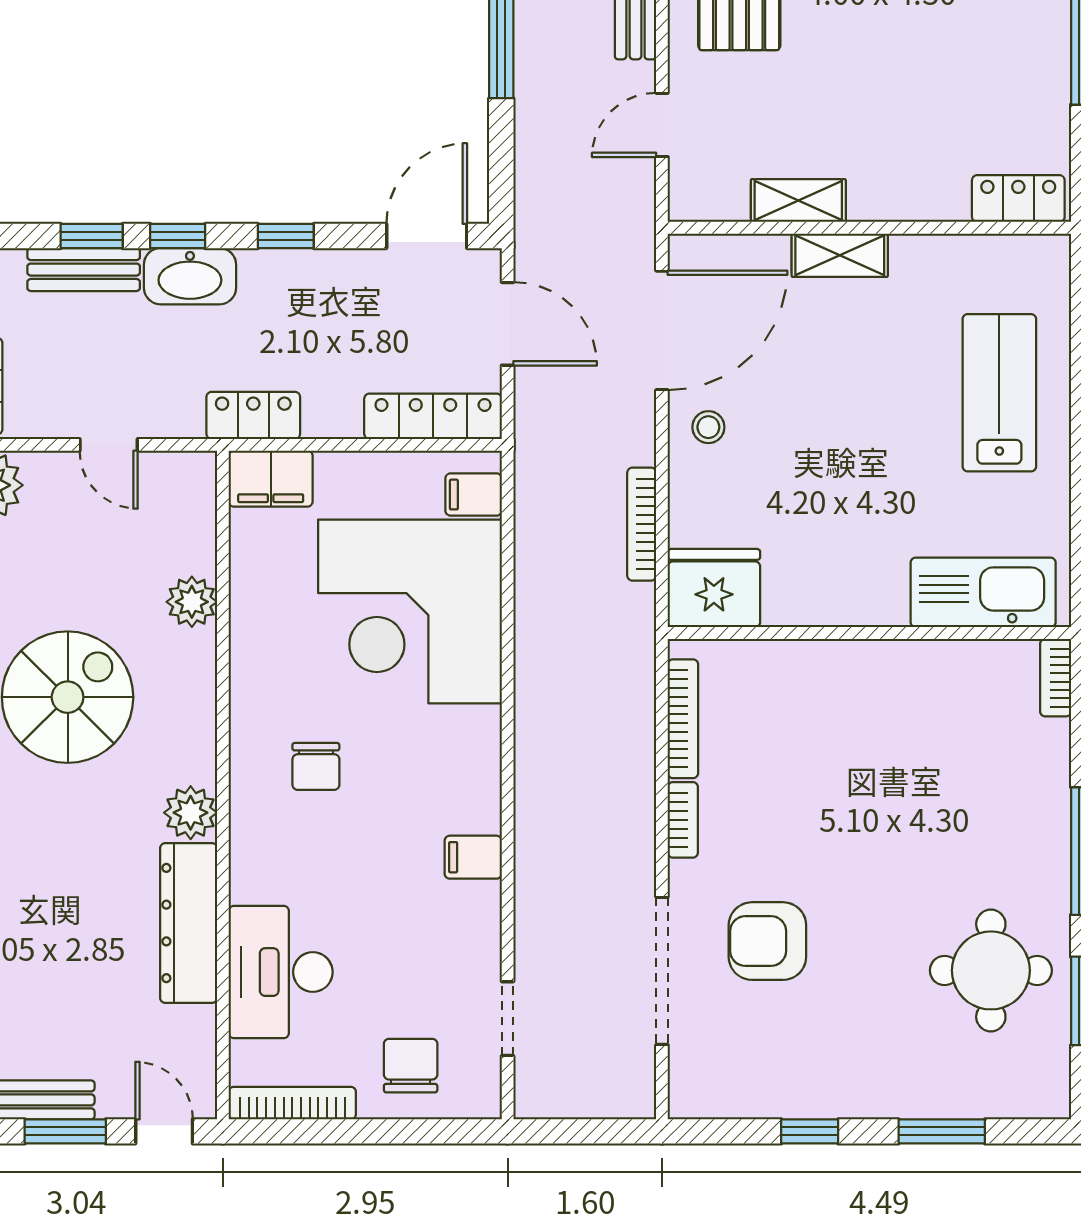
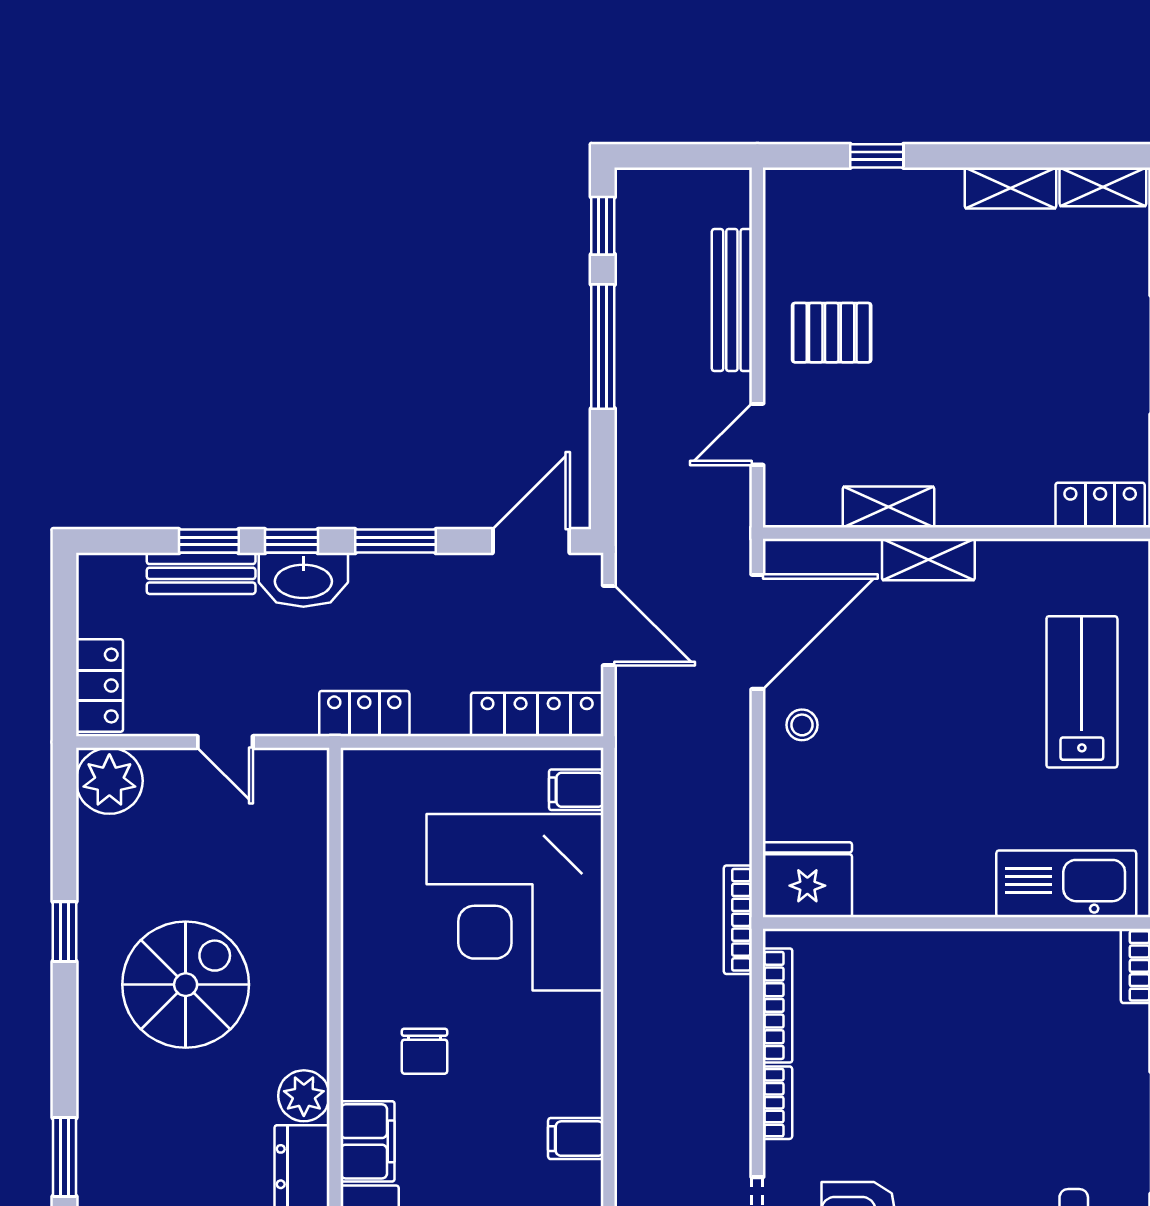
window: (286, 236) -> (396, 541), width x1.50
filing cabinet: (271, 479) -> (368, 1141), moved, turned -90
bookcase: (642, 524) -> (738, 920), moved
plant: (192, 602) -> (305, 893), removed

